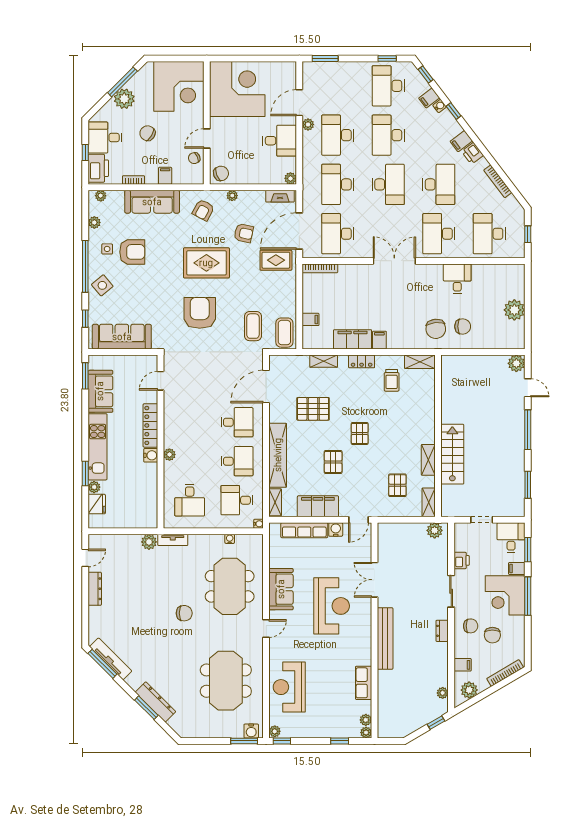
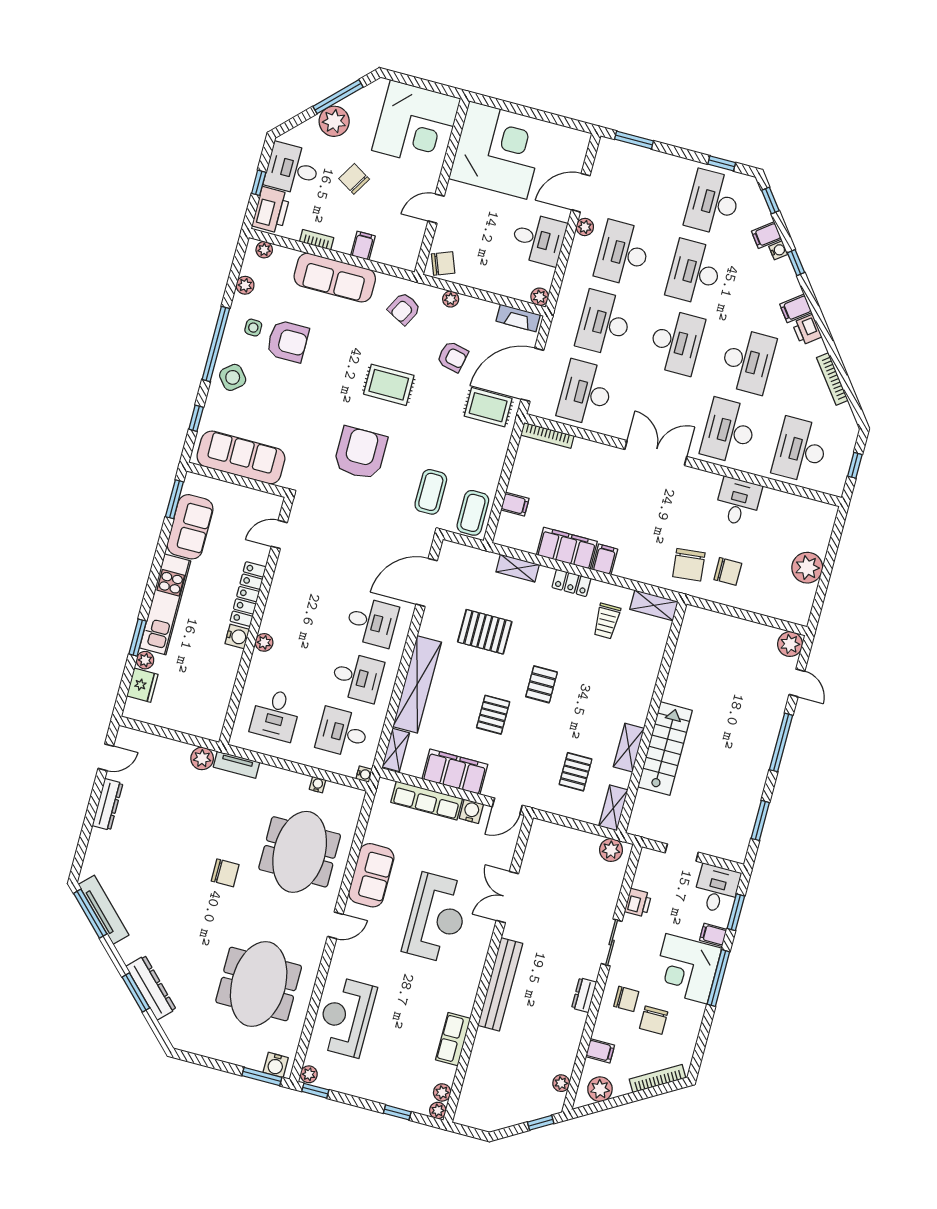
chair: (194, 158) -> (411, 232), removed
rug: (206, 263) -> (389, 385), width x0.73, depth x0.70

